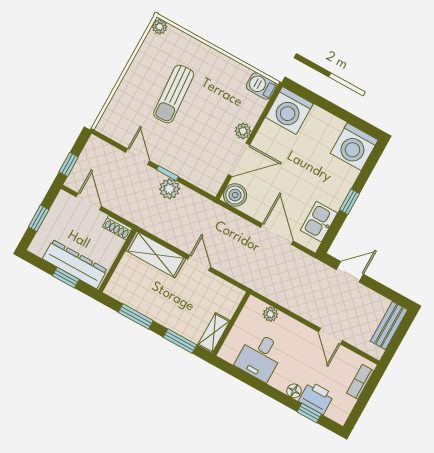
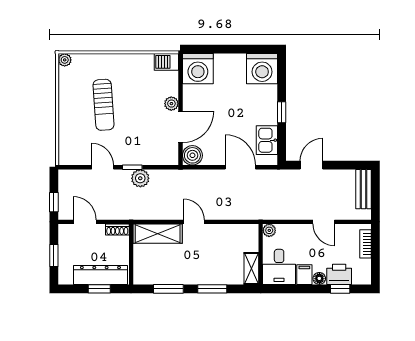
wall: (231, 324) -> (261, 254), moved
shelving: (214, 333) -> (251, 268), moved
filing cabinet: (281, 378) -> (304, 275), added

